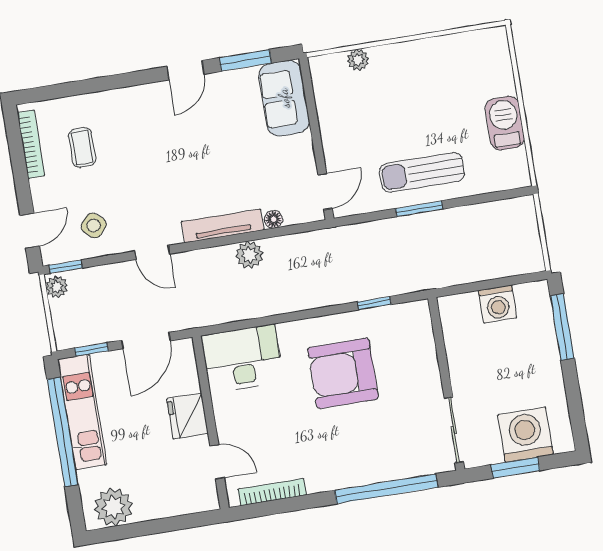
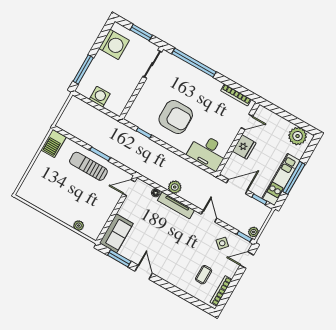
door: (186, 70) -> (144, 272), hinge flipped
barbecue: (505, 123) -> (54, 143), moved
sun lounger: (422, 172) -> (88, 166), turned 180
window: (63, 432) -> (294, 178), width x0.68
washing machine: (526, 435) -> (114, 44), moved, turned -90
door: (217, 462) -> (247, 122), swing flipped

